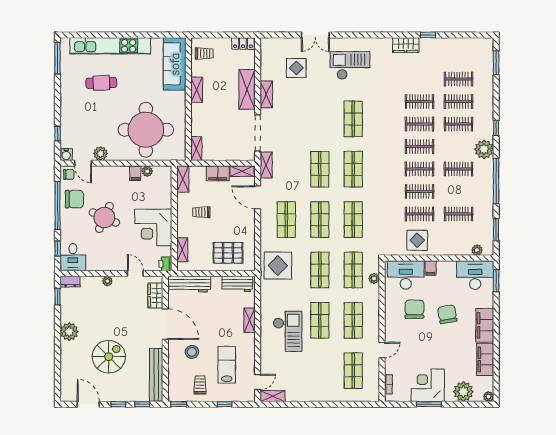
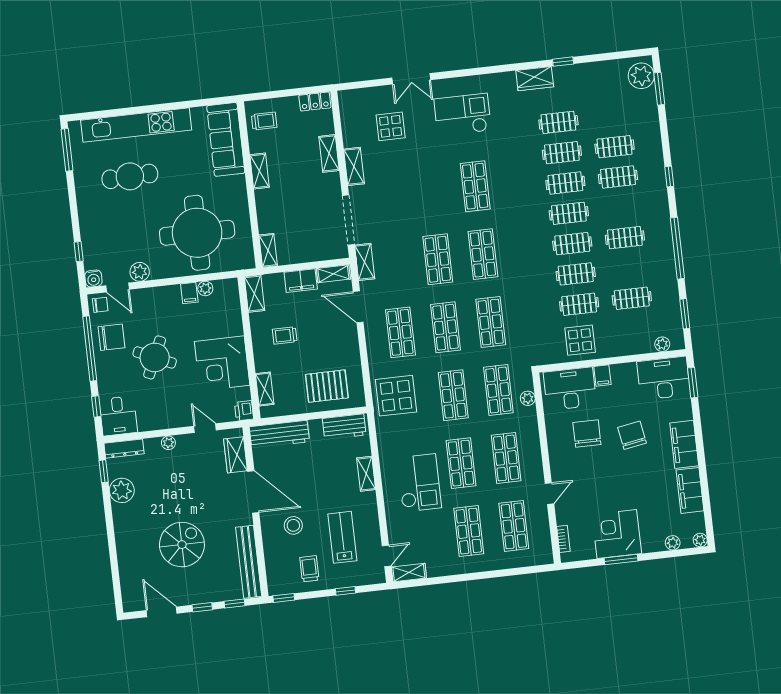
clothes rail: (459, 79) -> (558, 122), moved
cafe table: (101, 83) -> (130, 176), width x1.37, depth x1.35
shelving: (247, 89) -> (329, 153), width x0.67, depth x0.75
plant: (484, 149) -> (641, 76), moved
dresser: (70, 282) -> (124, 449), width x1.44
plant: (69, 332) -> (122, 490), moved
shop shelf: (320, 371) -> (469, 531), added
plant: (463, 392) -> (673, 543), width x0.53, depth x0.53

